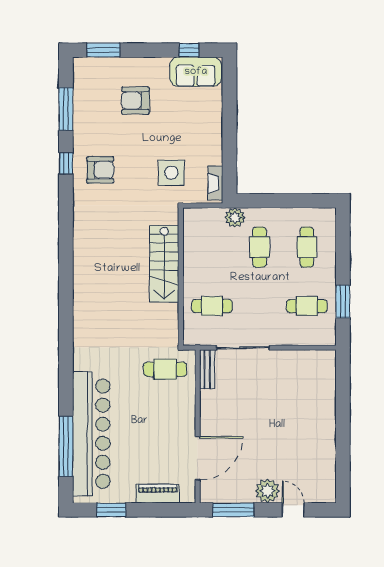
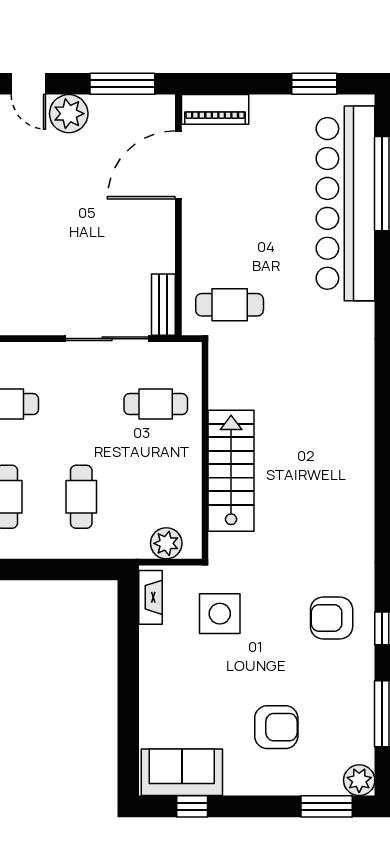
plant: (83, 67) -> (359, 780), added
plant: (235, 217) -> (166, 543), moved
piano: (158, 494) -> (215, 109), moved

